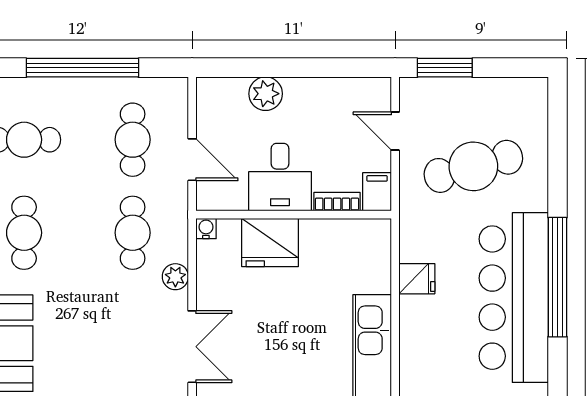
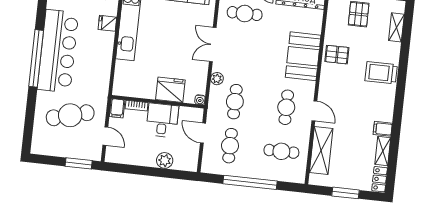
fridge: (417, 279) -> (107, 23), moved

